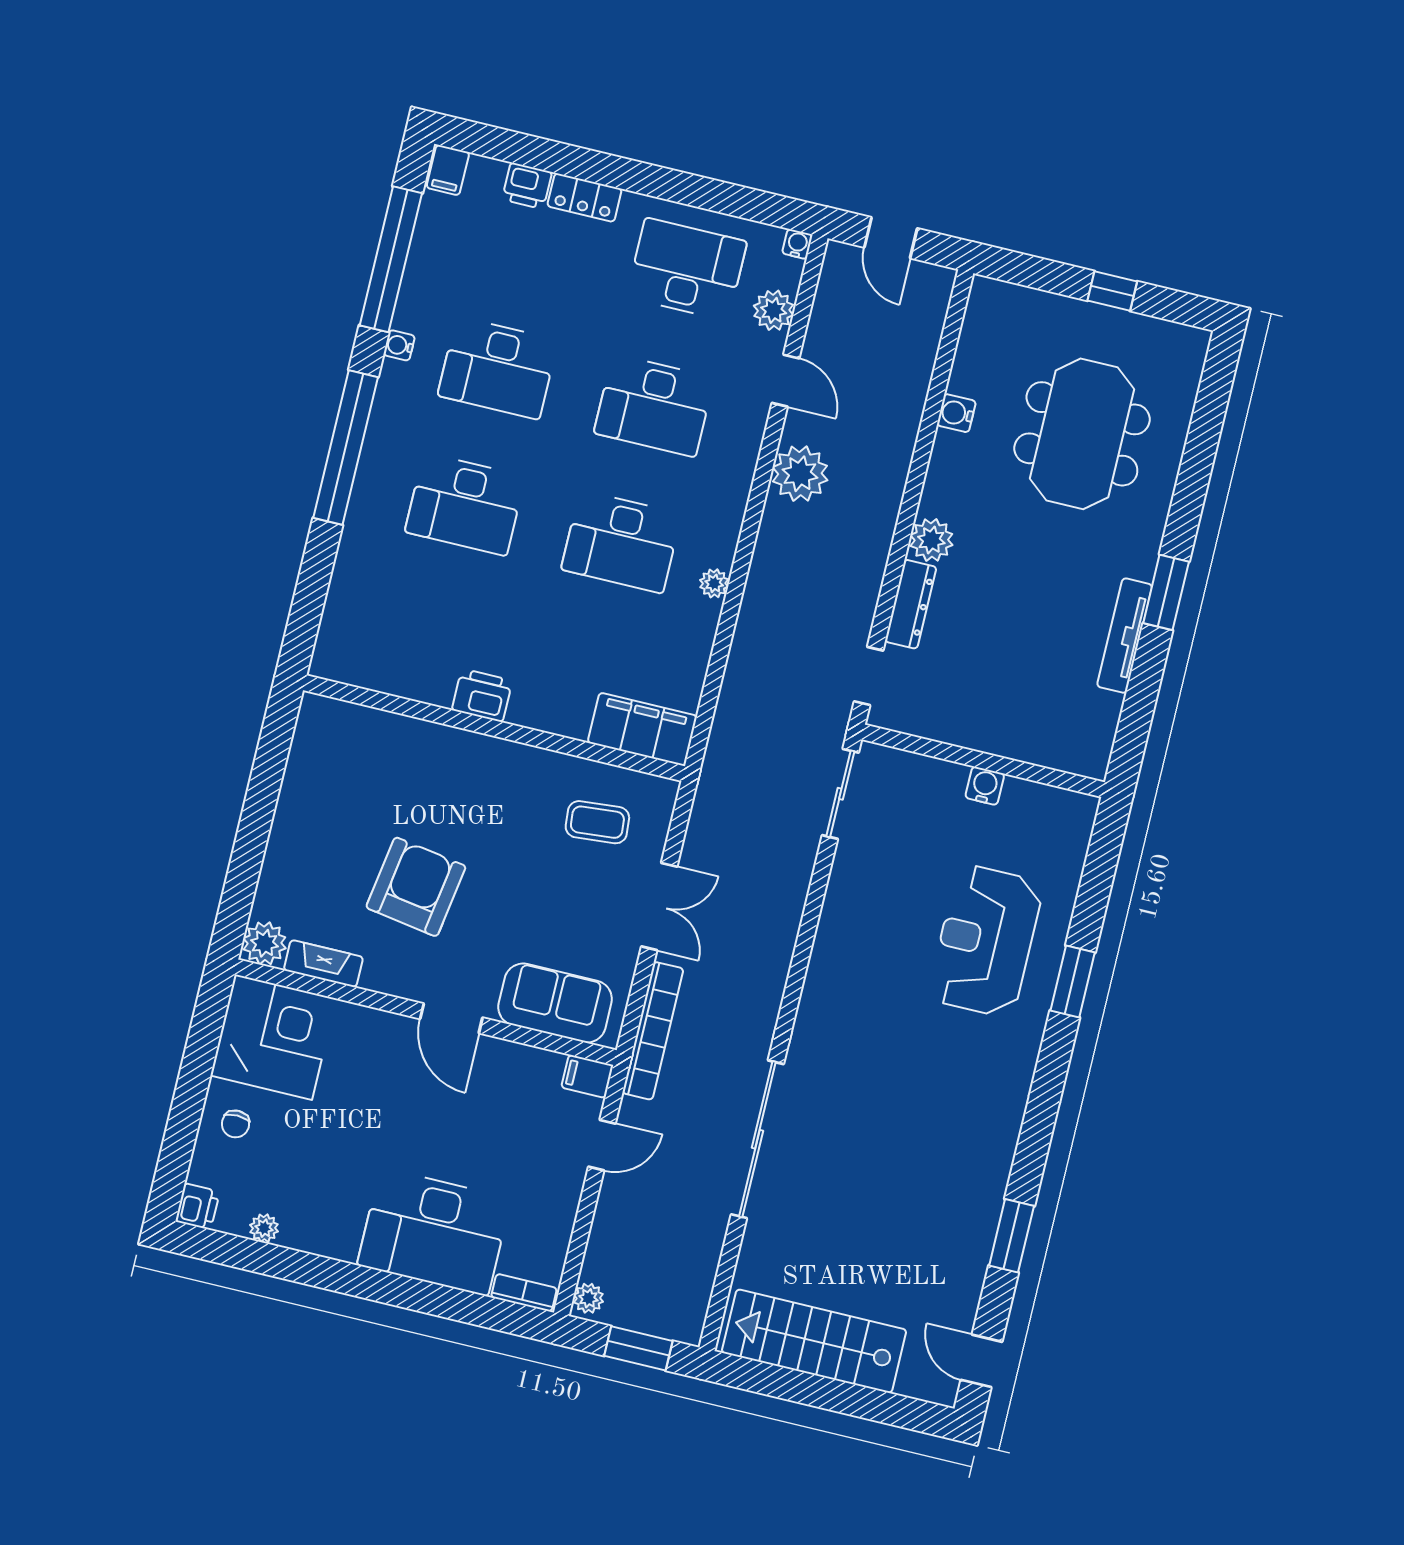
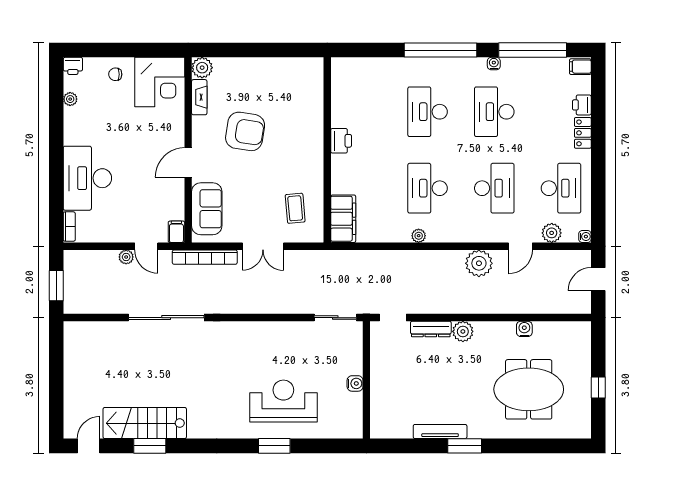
desk: (654, 406) -> (494, 188), turned 180
plant: (588, 1298) -> (126, 257), moved
stairs: (814, 1341) -> (145, 423), moved, turned -90

